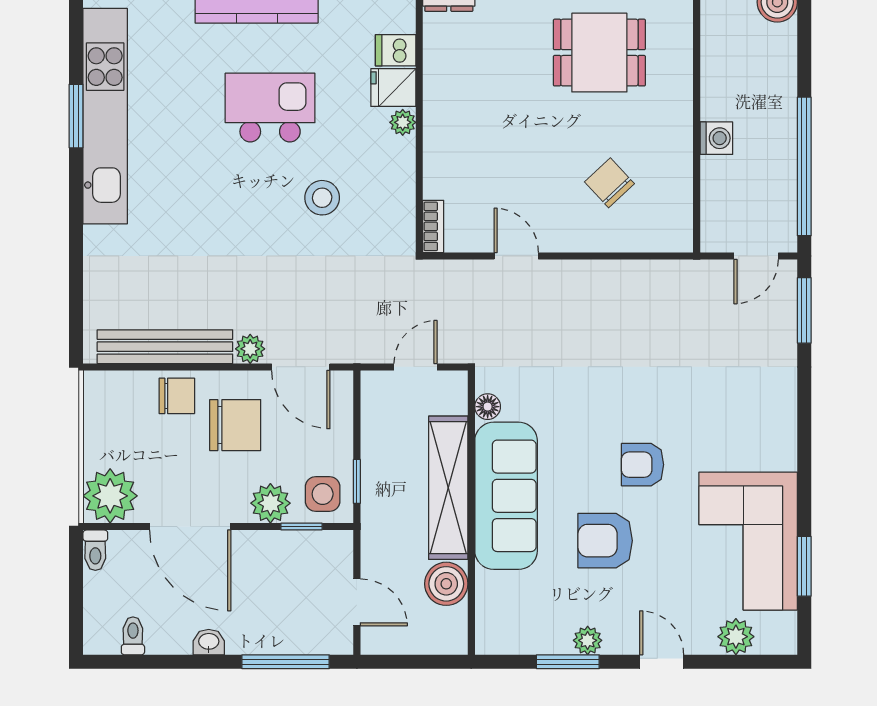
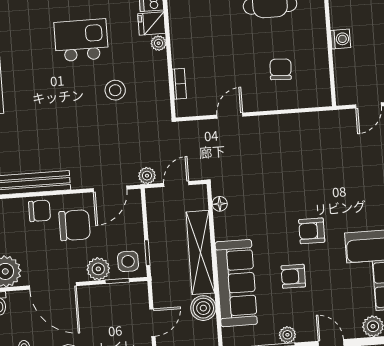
chair: (609, 183) -> (281, 69), turned 46
bookcase: (433, 226) -> (179, 84), moved
door: (516, 256) -> (230, 116), hinge flipped
plant: (250, 349) -> (147, 176), moved
door: (301, 367) -> (110, 189), hinge flipped
sofa: (506, 496) -> (236, 283), moved
armchair: (605, 541) -> (293, 276), width x0.72, depth x0.72
door: (357, 602) -> (152, 323), hinge flipped

